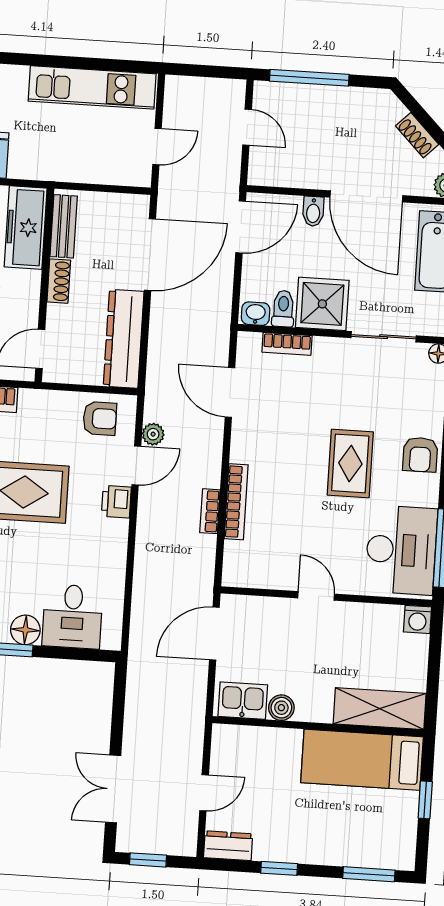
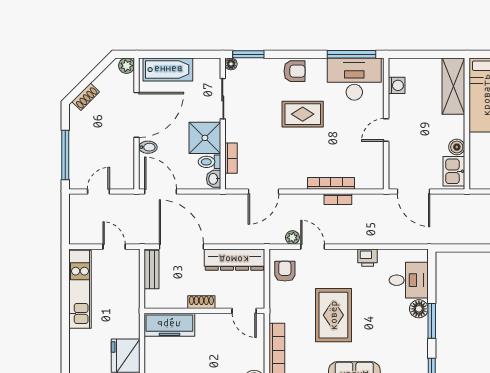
shoe rack: (417, 135) -> (86, 97), moved
bench: (64, 226) -> (152, 269), moved, turned 90
printer: (116, 502) -> (368, 258), moved
washing machine: (418, 619) -> (397, 85), moved

